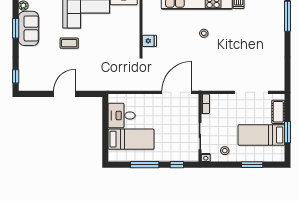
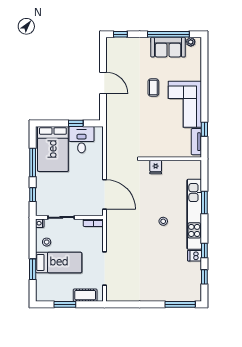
window: (16, 28) -> (168, 34), width x2.11
window: (105, 121) -> (76, 123), added
bed: (261, 135) -> (59, 262), moved, turned 90
bed: (131, 139) -> (53, 149), width x1.50

